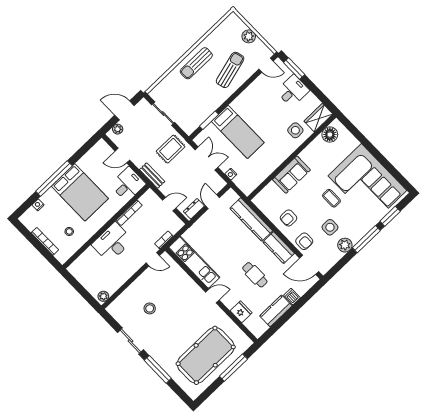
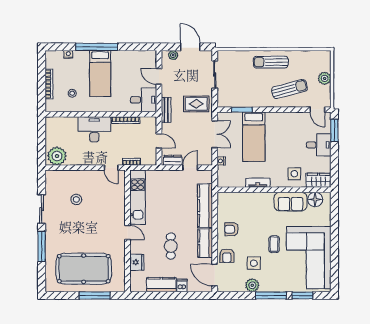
tv unit: (274, 164) -> (258, 183), added
sofa: (291, 175) -> (290, 202), moved
bed: (80, 192) -> (100, 74), width x0.67
plant: (103, 296) -> (57, 156), width x1.88, depth x1.88

